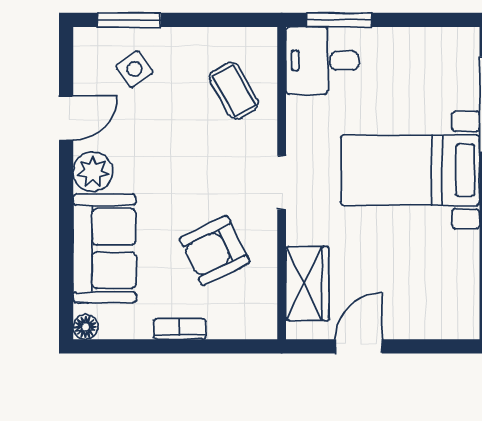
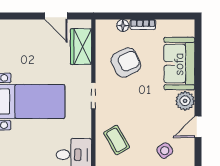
floor lamp: (85, 327) -> (123, 25), moved
door: (359, 346) -> (56, 16), hinge flipped

